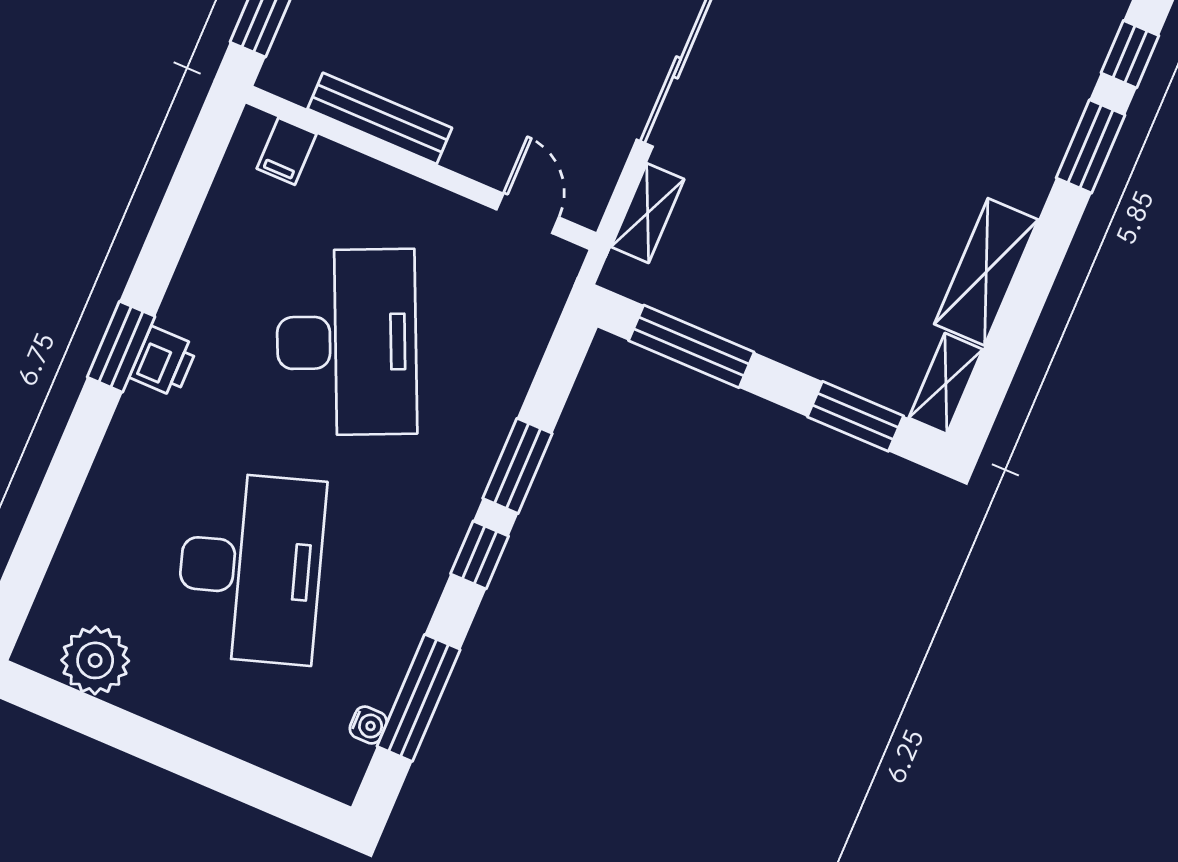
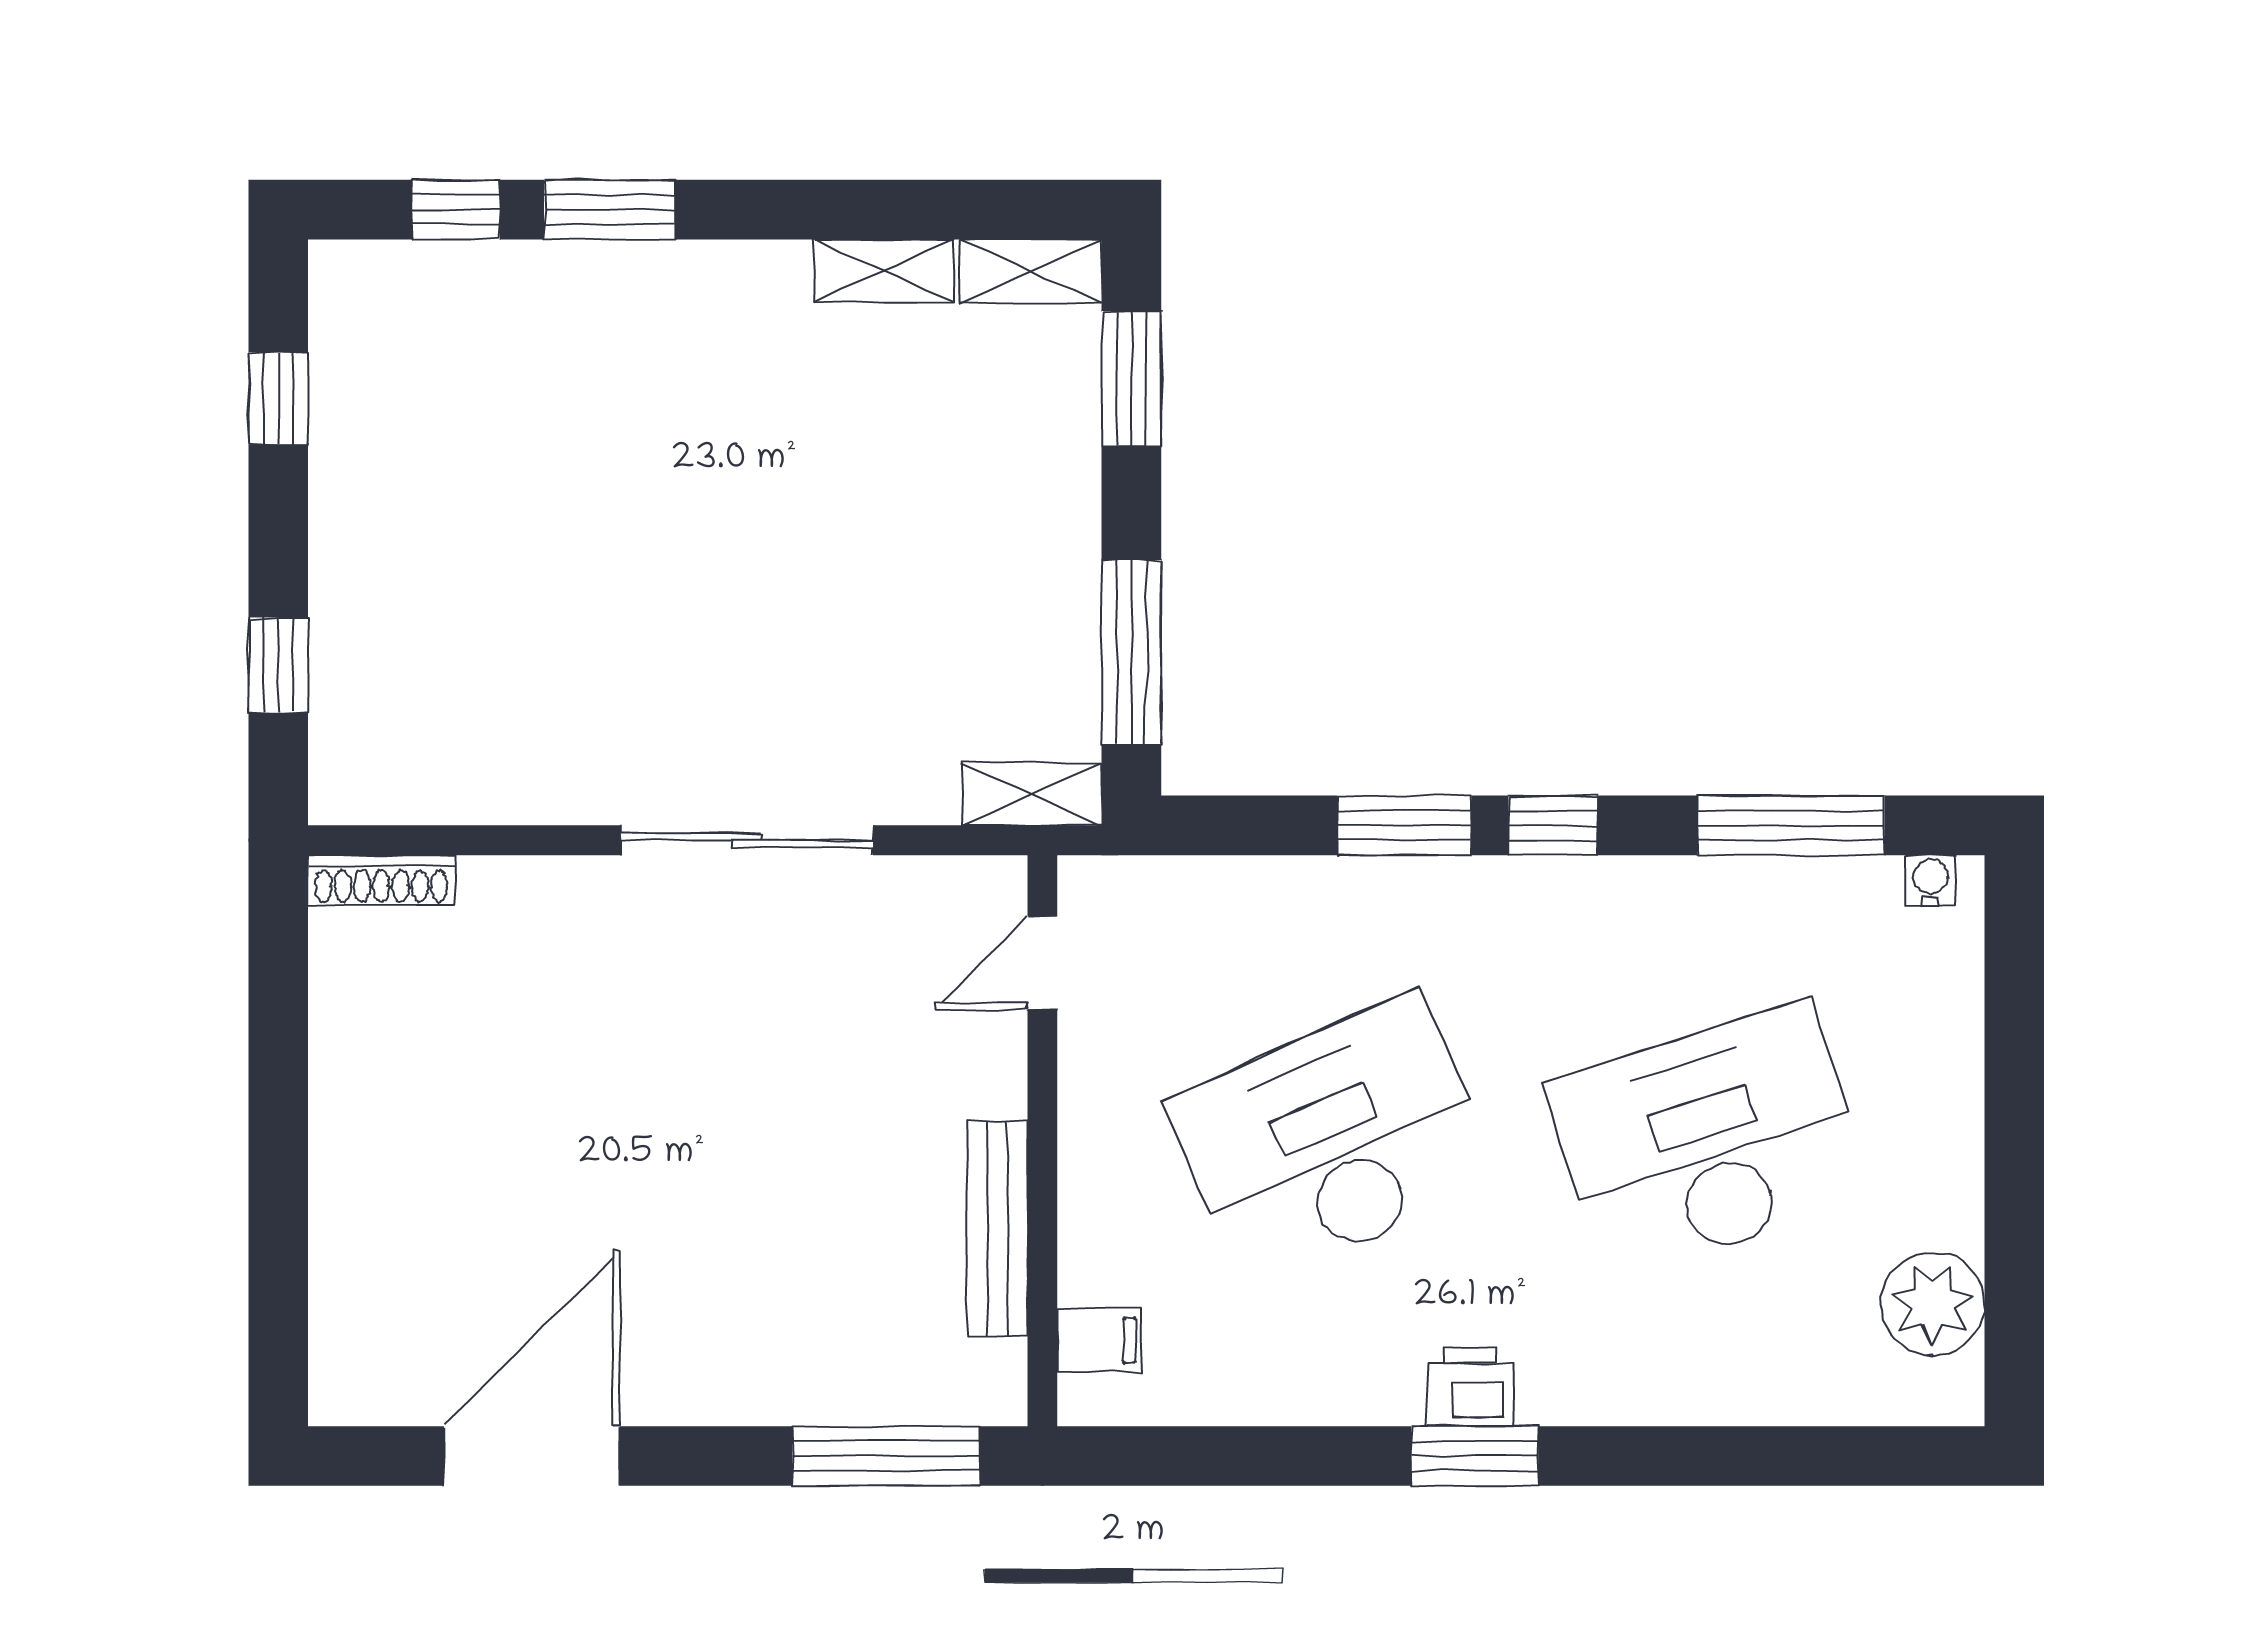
shelving: (648, 213) -> (1032, 794), moved
shelving: (986, 272) -> (884, 271), width x0.67, depth x0.75
water cooler: (368, 725) -> (1930, 880), moved

